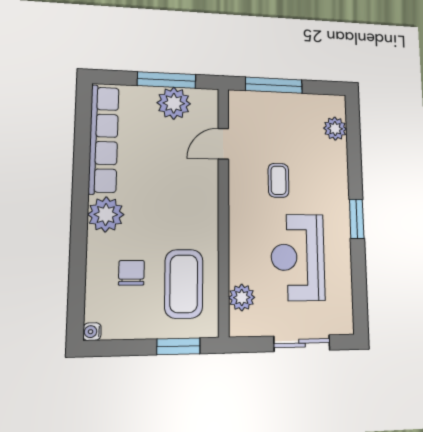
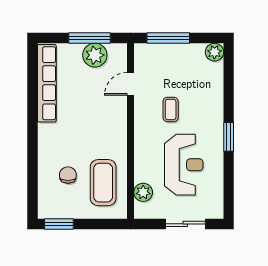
plant: (335, 129) -> (214, 52), moved
plant: (106, 215) -> (50, 136), removed
reception desk: (298, 257) -> (184, 165), turned 180
water cooler: (92, 332) -> (43, 213), removed
window: (178, 346) -> (59, 224), moved

